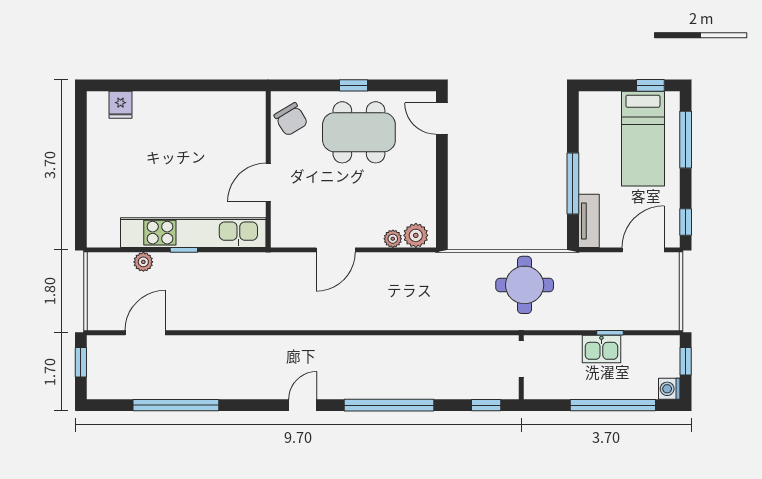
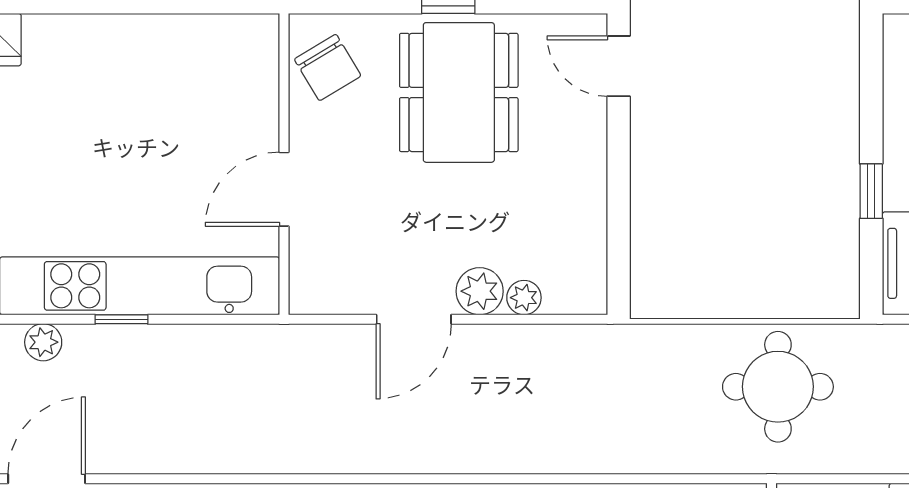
dining table: (359, 132) -> (459, 92), turned 90
window: (573, 183) -> (871, 191), width x0.46
plant: (416, 235) -> (480, 291), moved

